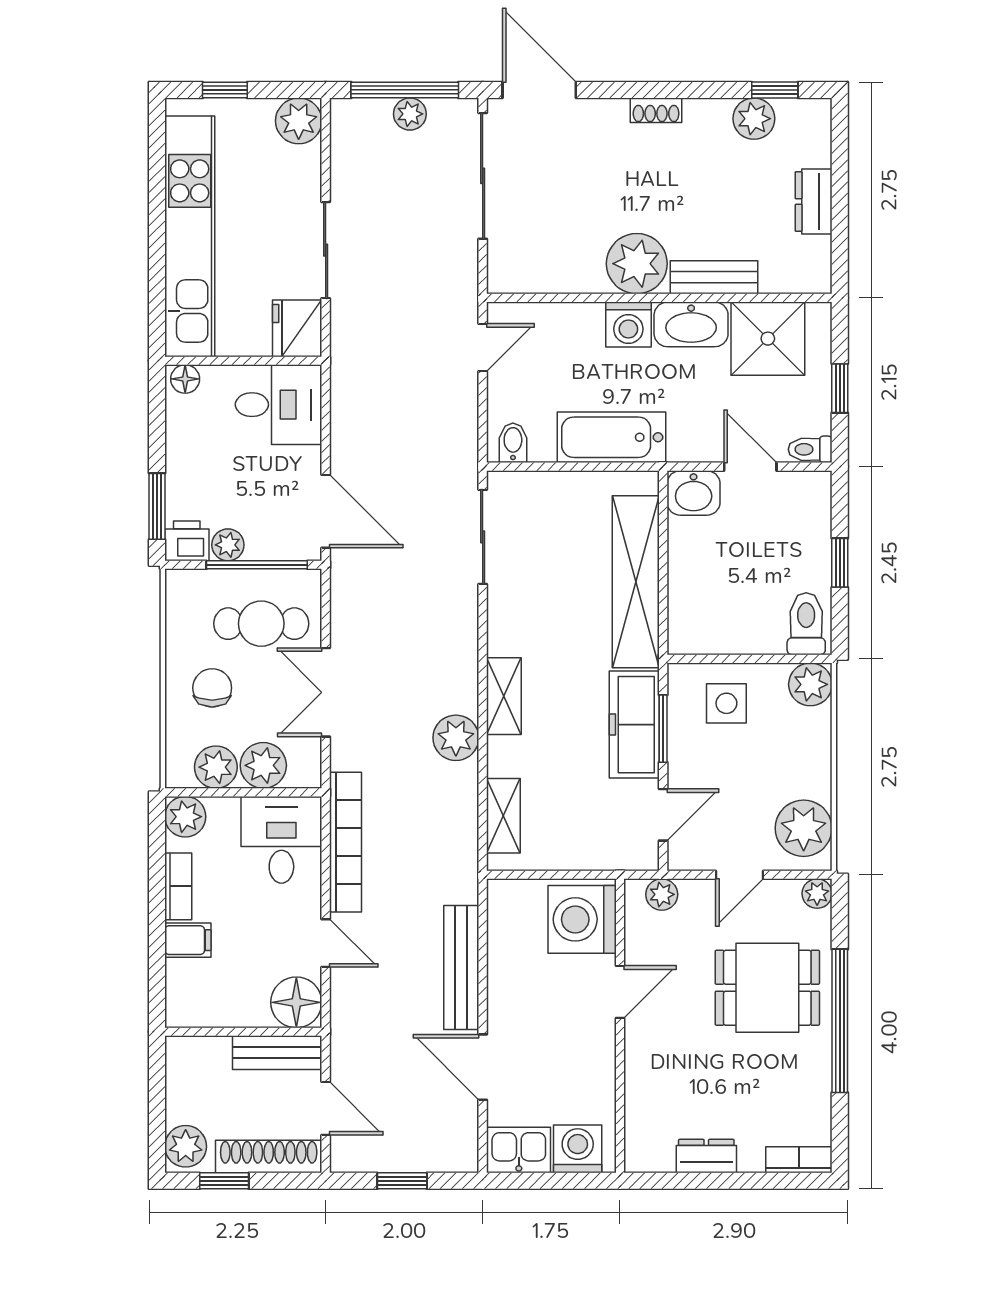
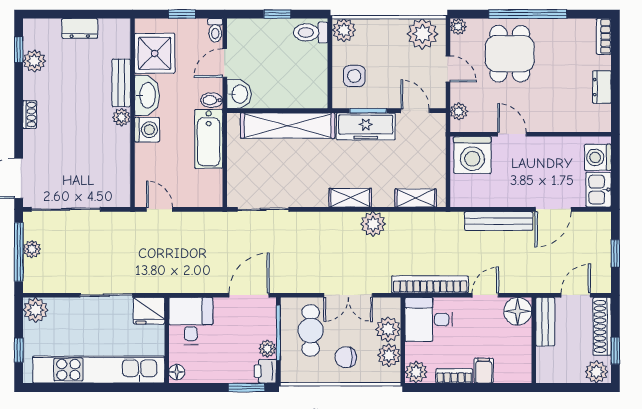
plant: (637, 264) -> (121, 117), width x0.53, depth x0.53
bidet: (513, 443) -> (212, 100), moved

